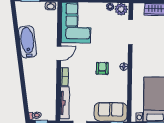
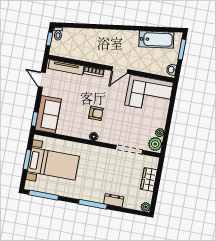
bathtub: (27, 42) -> (156, 39), moved
door: (59, 53) -> (120, 70), hinge flipped

